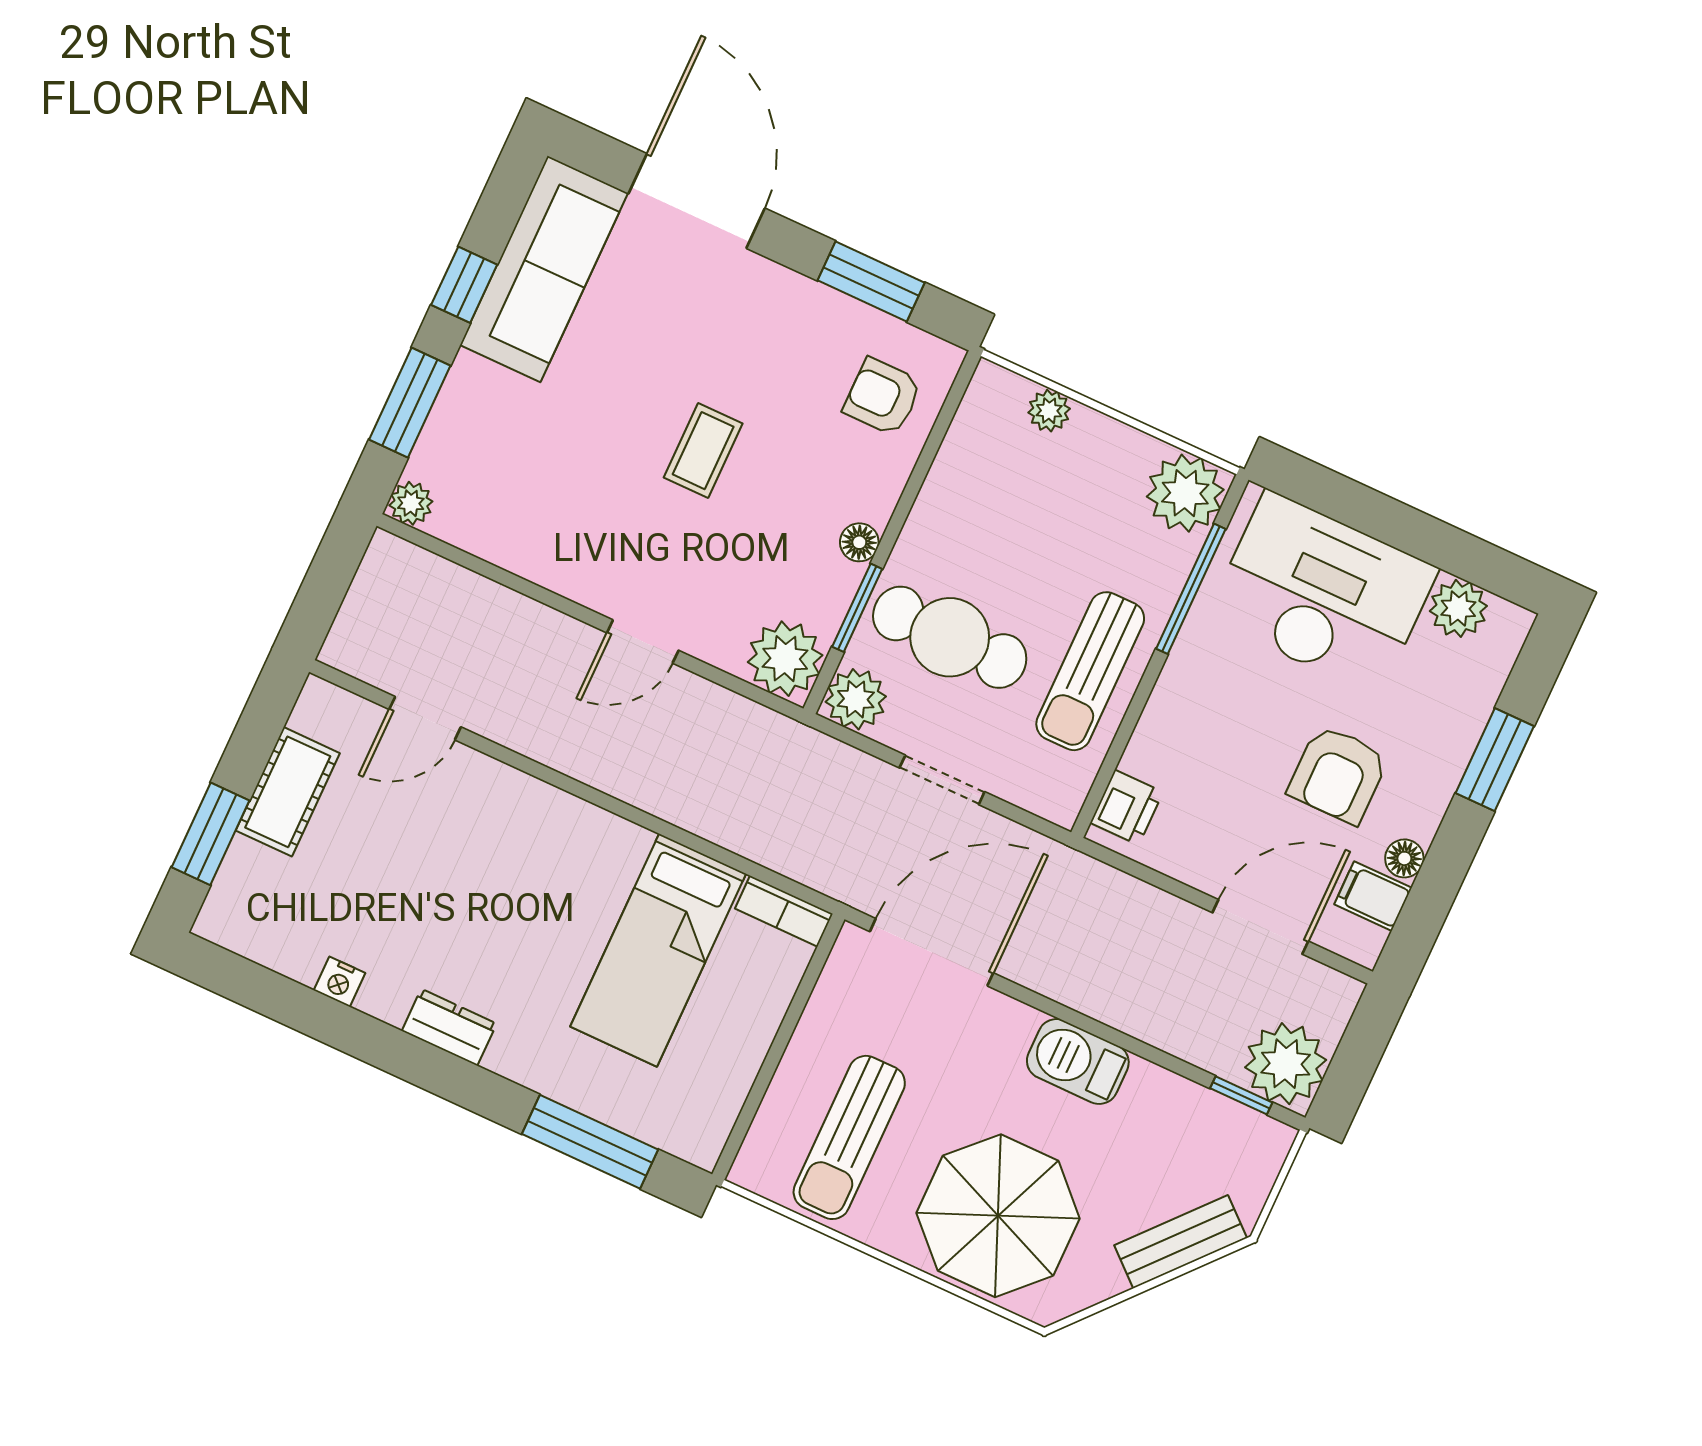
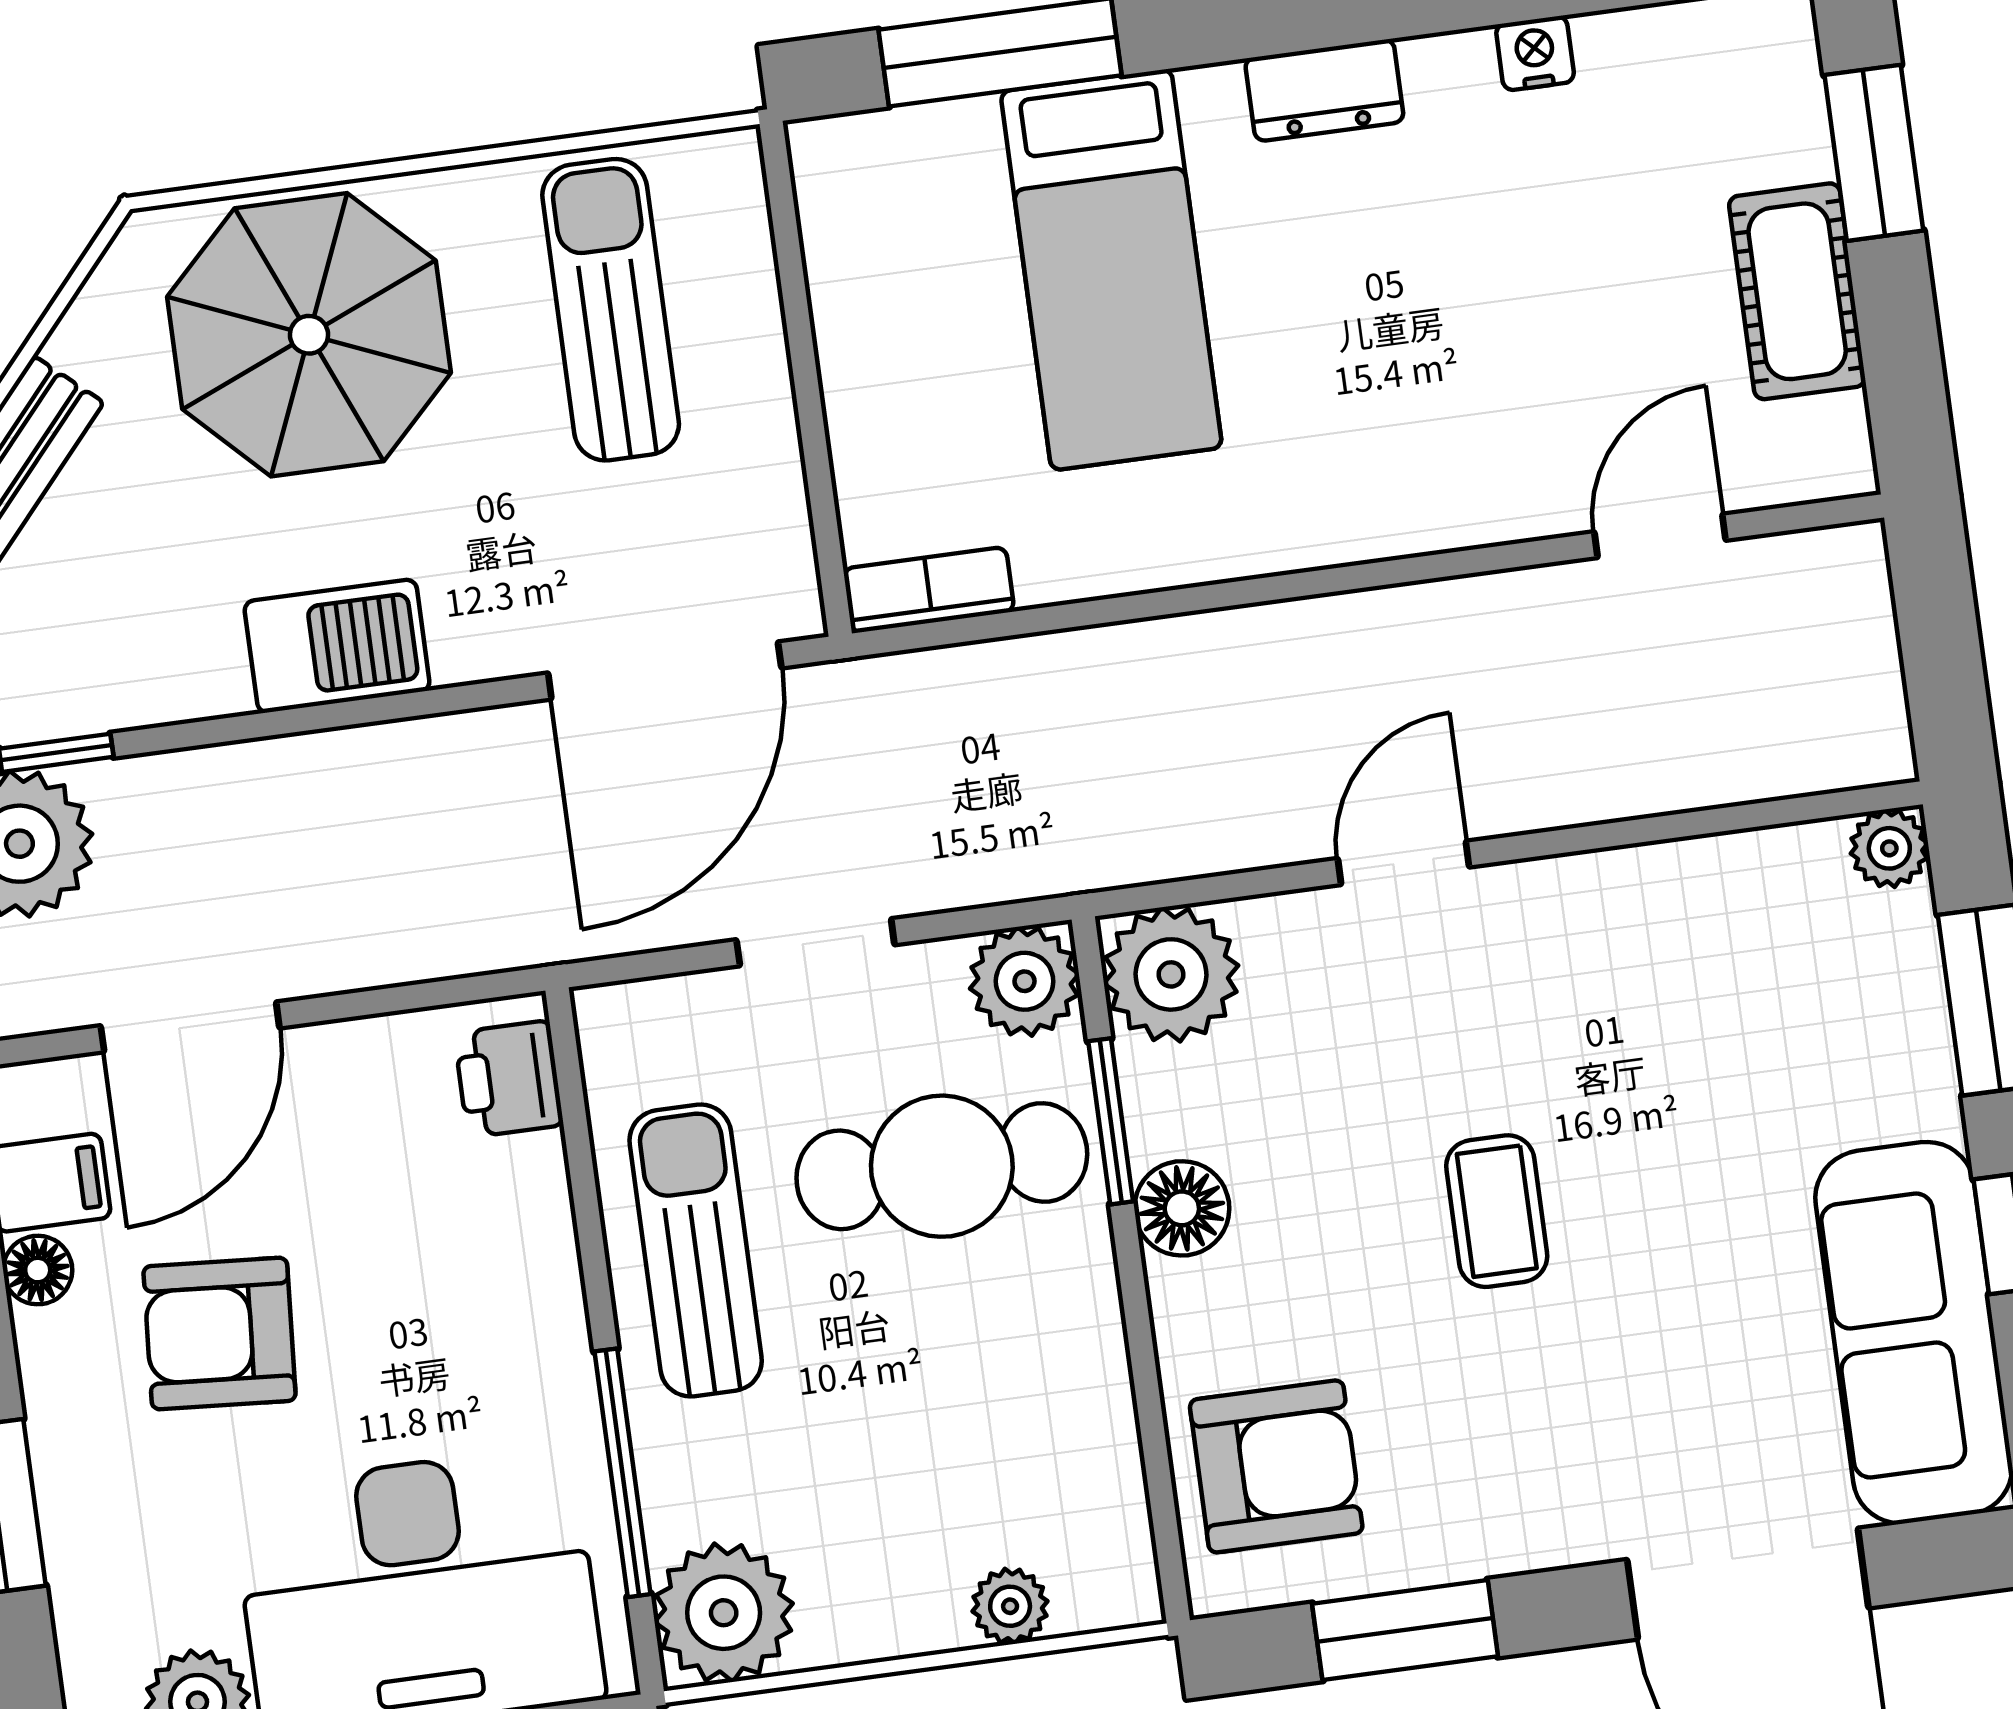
armchair: (883, 397) -> (1276, 1466), width x1.38, depth x1.38
floor lamp: (859, 542) -> (1182, 1208), width x1.37, depth x1.37
armchair: (1338, 774) -> (219, 1334), turned -86
bed: (658, 950) -> (1111, 270), moved, turned 180

